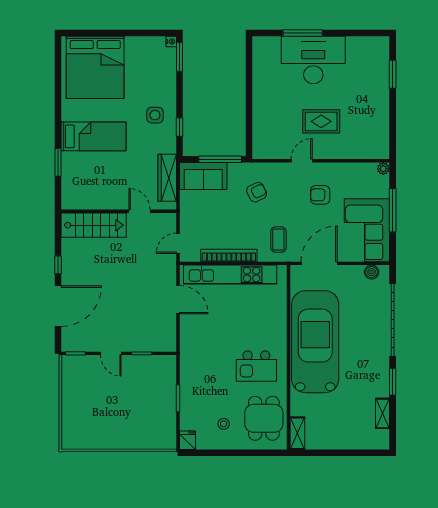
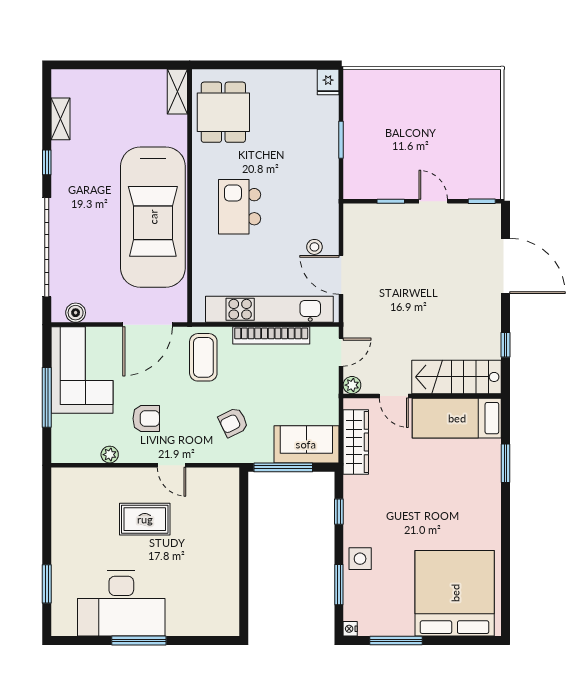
window: (138, 33) -> (396, 640), added
window: (303, 33) -> (139, 640), moved
window: (180, 57) -> (339, 585), moved
desk: (313, 60) -> (121, 603), moved
side table: (155, 115) -> (360, 559), moved
bed: (94, 136) -> (457, 418), moved
door: (302, 161) -> (172, 465), hinge flipped
plant: (383, 169) -> (110, 455), moved
plant: (170, 219) -> (352, 385), added
coffee table: (278, 239) -> (203, 357), width x1.36, depth x1.30
window: (58, 265) -> (506, 345), moved
door: (58, 306) -> (506, 266), swing flipped
kitchen island: (256, 366) -> (240, 207), moved, turned -90
window: (393, 382) -> (47, 162), width x0.67
stool: (224, 424) -> (314, 247), moved

